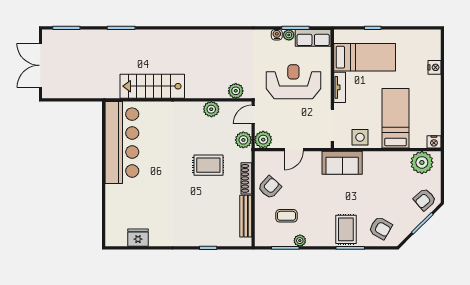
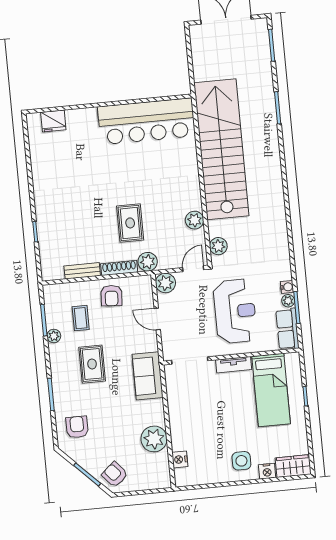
wardrobe: (432, 44) -> (293, 466), added
stairs: (152, 86) -> (221, 149), width x1.86, depth x1.51
door: (253, 114) -> (193, 269), hinge flipped
bed: (396, 118) -> (204, 432), removed
side table: (360, 137) -> (241, 461), moved
plant: (243, 140) -> (148, 262), moved
nightstand: (434, 142) -> (180, 459), moved
plant: (422, 162) -> (154, 439), moved
armchair: (270, 187) -> (111, 296), turned 52
bench: (246, 216) -> (82, 271), width x0.73
armchair: (381, 228) -> (77, 427), turned 150
rug: (346, 229) -> (92, 364), moved, turned 90
fridge: (138, 238) -> (53, 121), moved, turned 90

